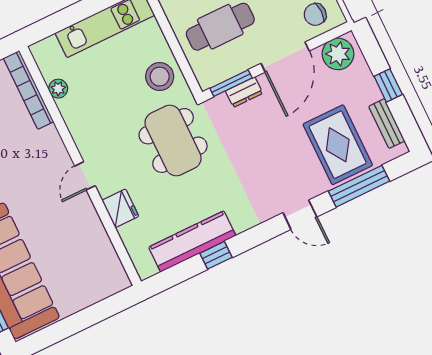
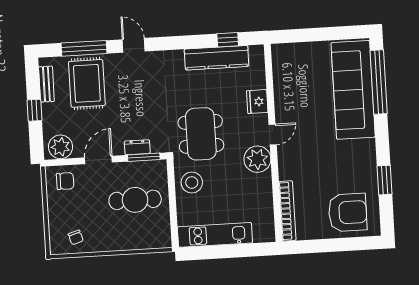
door: (285, 57) -> (98, 160), width x0.73
plant: (58, 89) -> (257, 159), moved, width x1.87, depth x1.87
window: (216, 255) -> (228, 40), moved

